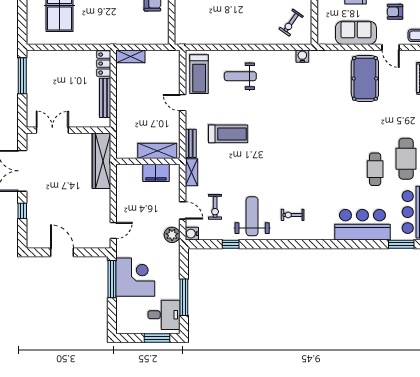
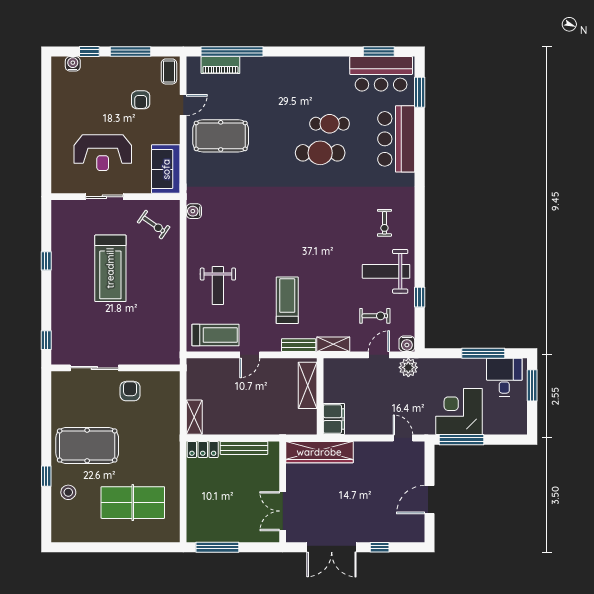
sofa: (356, 33) -> (166, 169), moved
cafe table: (406, 159) -> (320, 153), moved
filing cabinet: (156, 173) -> (334, 419), moved

